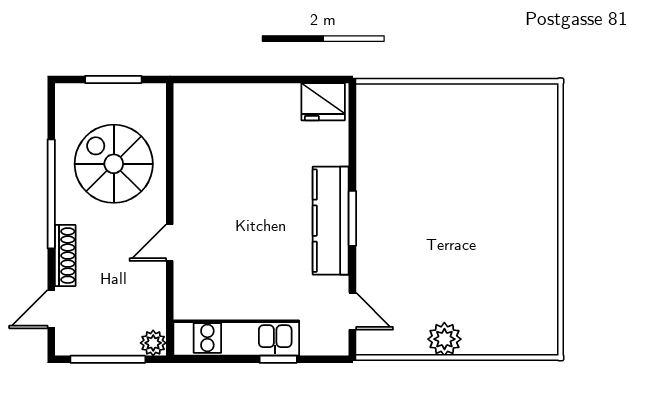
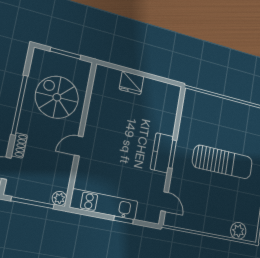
fridge: (323, 102) -> (131, 83), moved
sun lounger: (460, 211) -> (223, 162), added
kitchen counter: (331, 221) -> (162, 153), width x0.67
shoe rack: (65, 256) -> (19, 145), width x0.70
plant: (444, 339) -> (238, 231), moved

